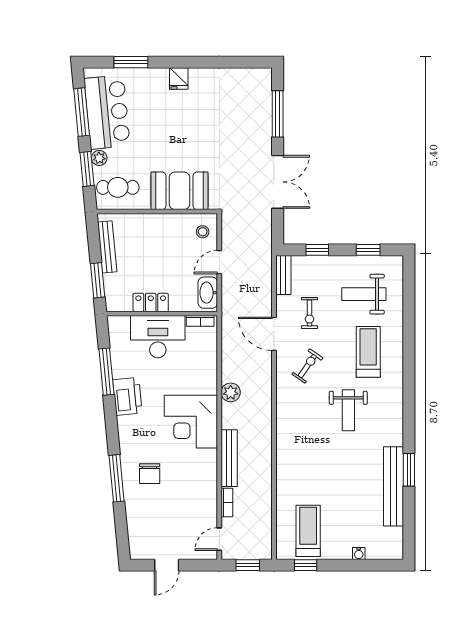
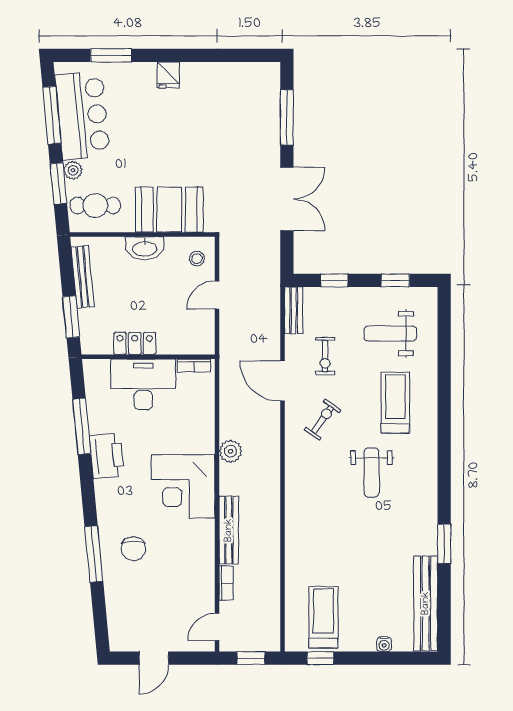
washbasin: (208, 293) -> (145, 248), moved, turned -90
bench: (393, 486) -> (426, 603), moved

